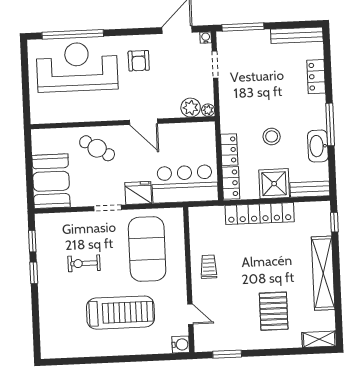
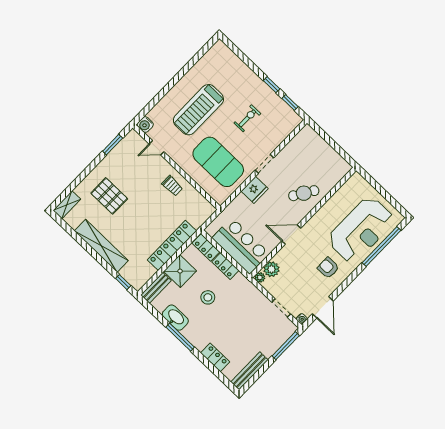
booth: (51, 181) -> (312, 148), removed
bar counter: (185, 184) -> (241, 246), moved, turned -90

